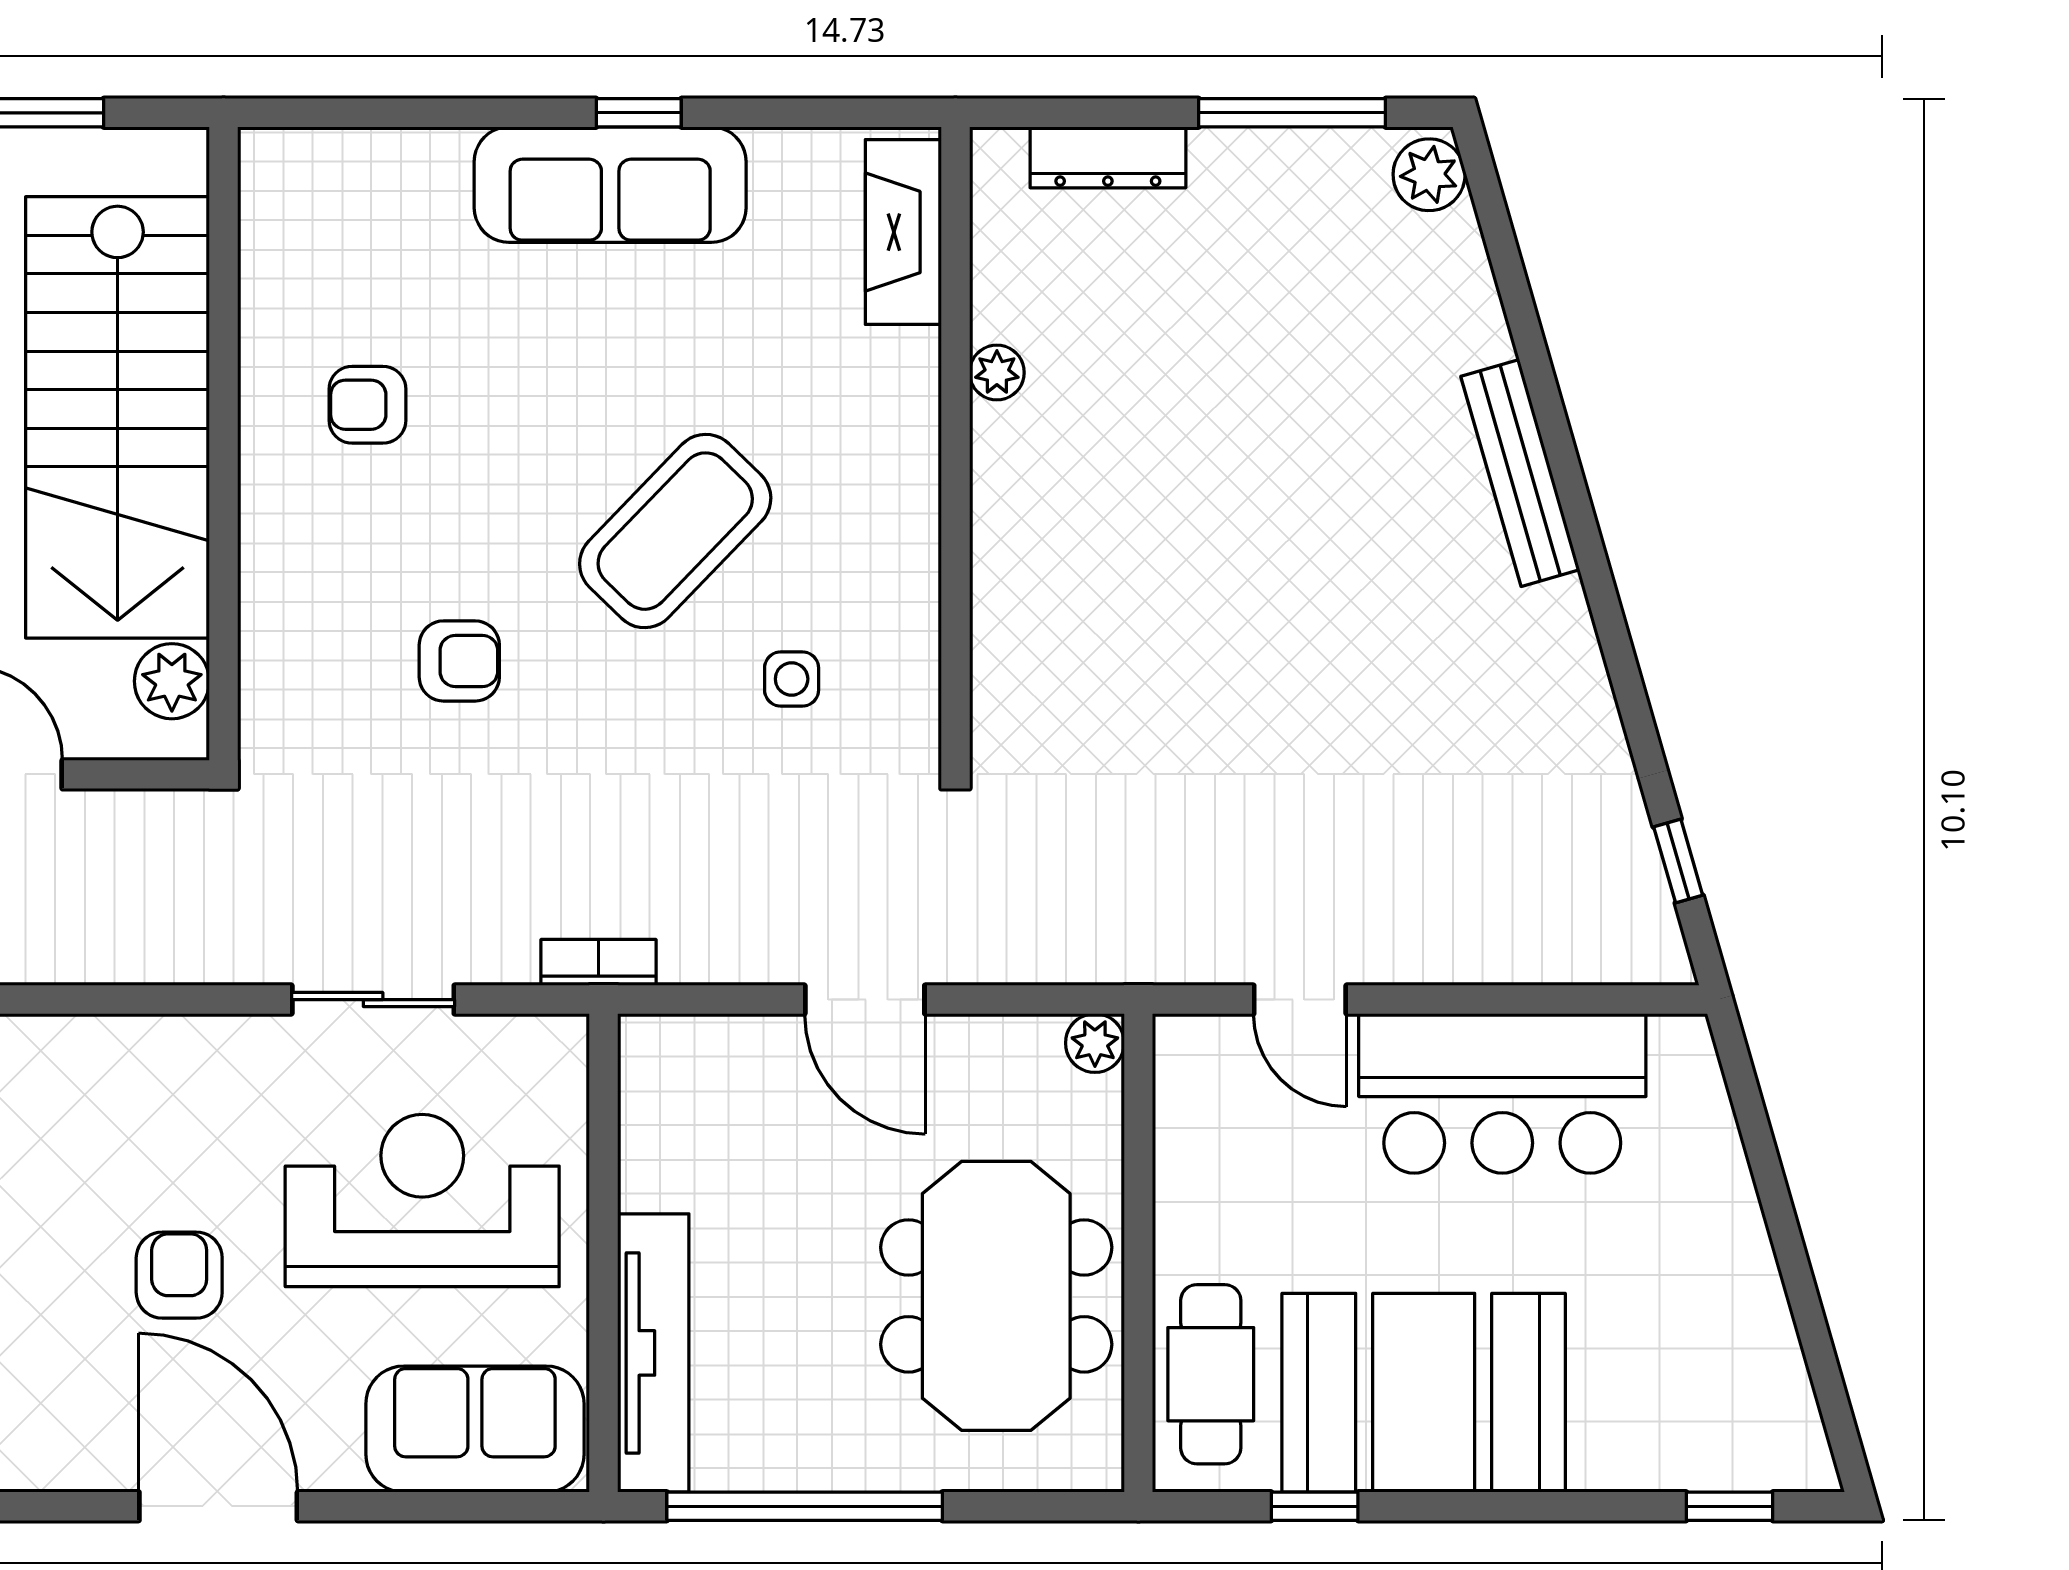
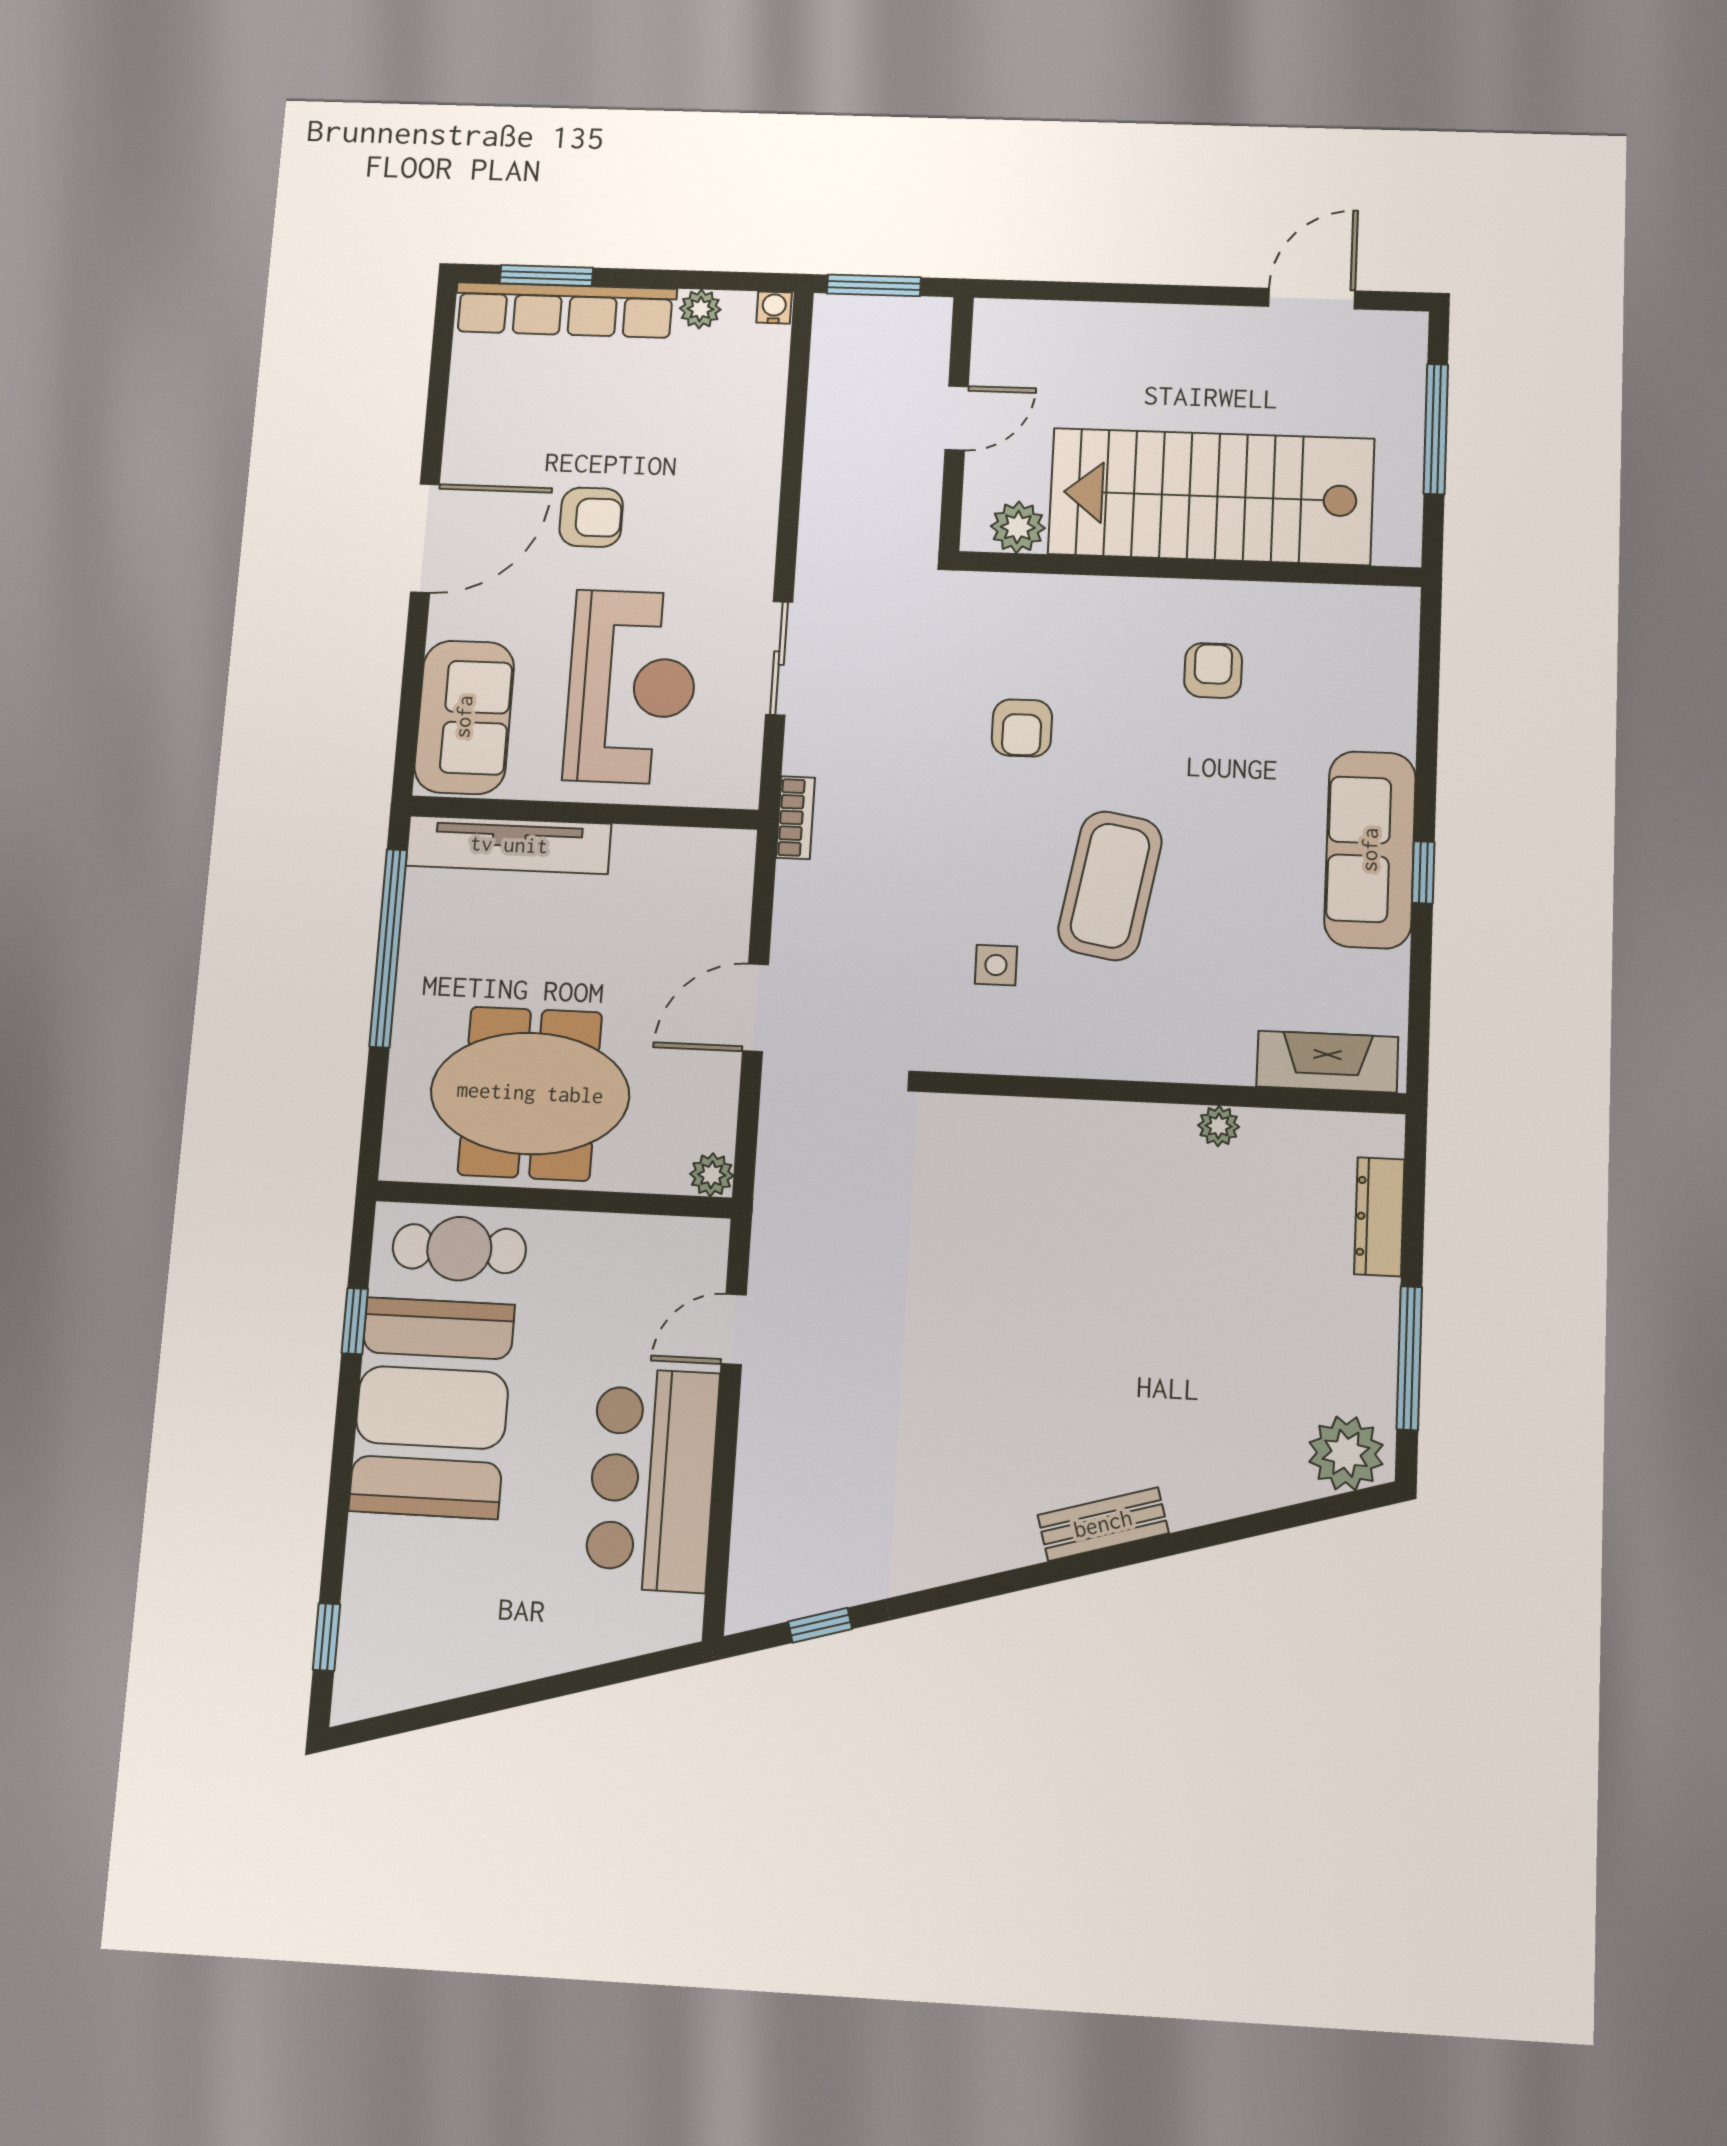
plant: (1429, 175) -> (1346, 1453), width x1.36, depth x1.36
bench: (1520, 473) -> (1103, 1524), width x0.73
coffee table: (675, 531) -> (1110, 886), turned 56

